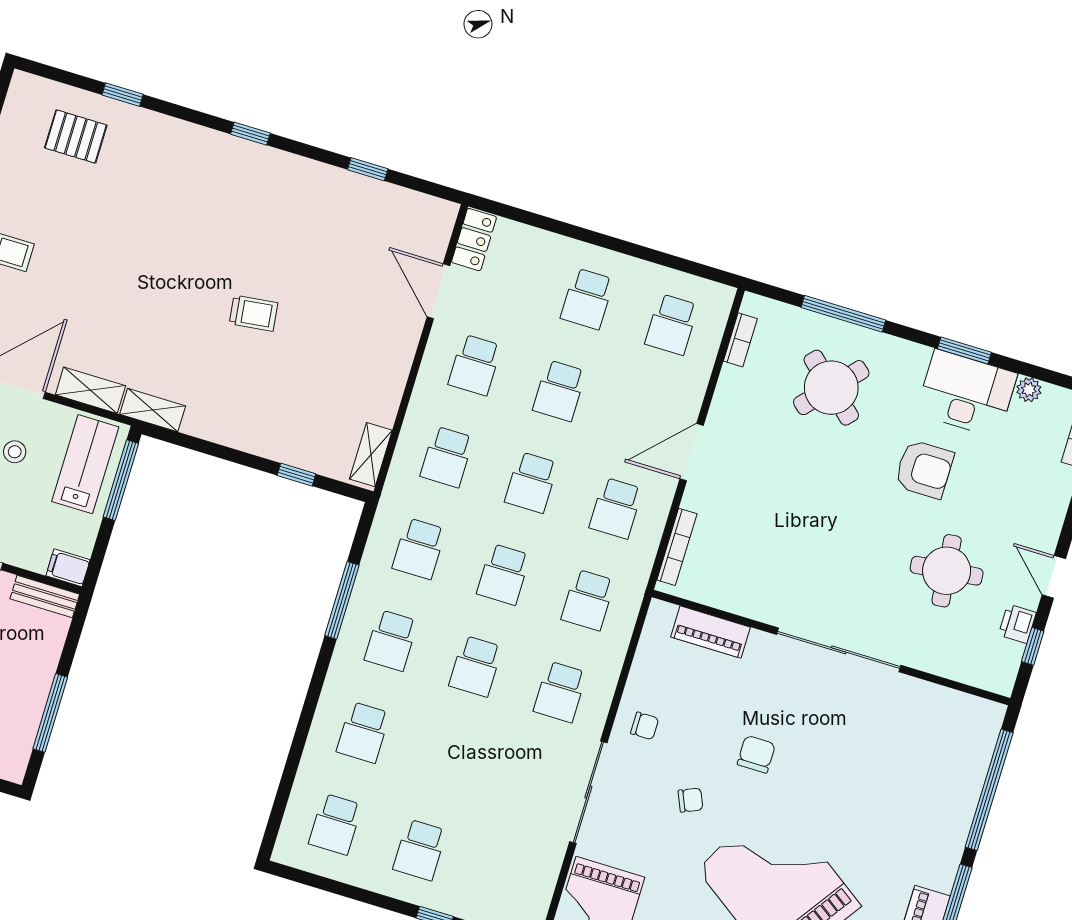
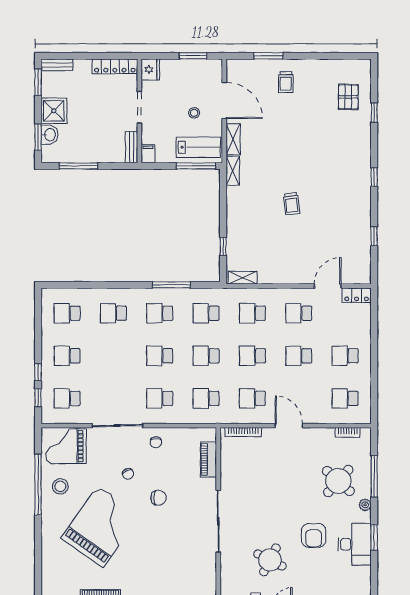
plant: (1029, 390) -> (365, 505), moved
round table: (947, 571) -> (270, 560), turned 33
school desk: (504, 876) -> (67, 398), added

